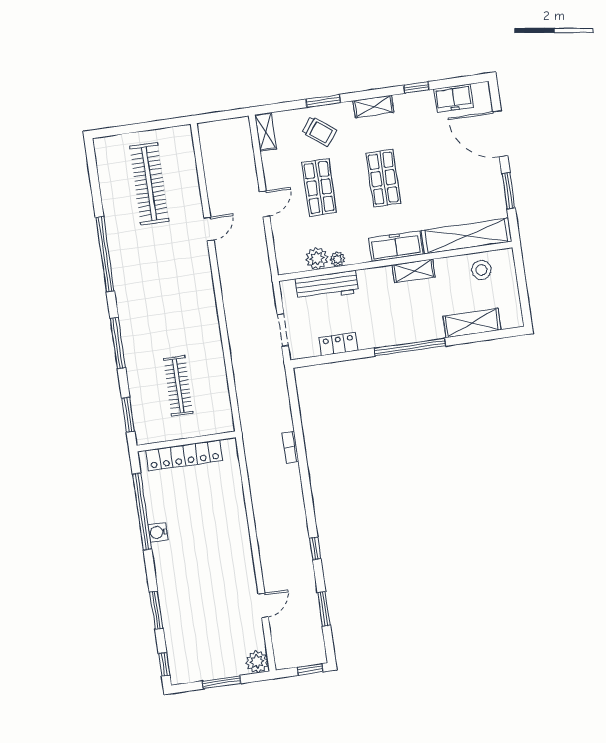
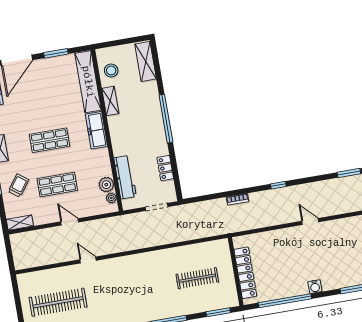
plant: (337, 259) -> (111, 198), moved
shelving: (414, 271) -> (110, 101), moved
shelving: (472, 323) -> (146, 62), moved
water cooler: (158, 532) -> (315, 287), moved
window: (315, 548) -> (278, 185), moved
door: (263, 605) -> (310, 222), moved

